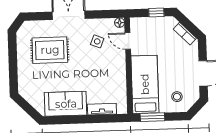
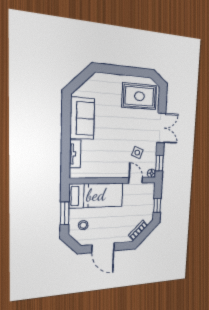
window: (108, 14) -> (159, 163), added
door: (128, 41) -> (136, 180), hinge flipped
rug: (50, 50) -> (139, 96), moved, turned 90
window: (152, 117) -> (65, 213), moved

